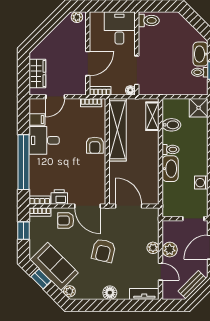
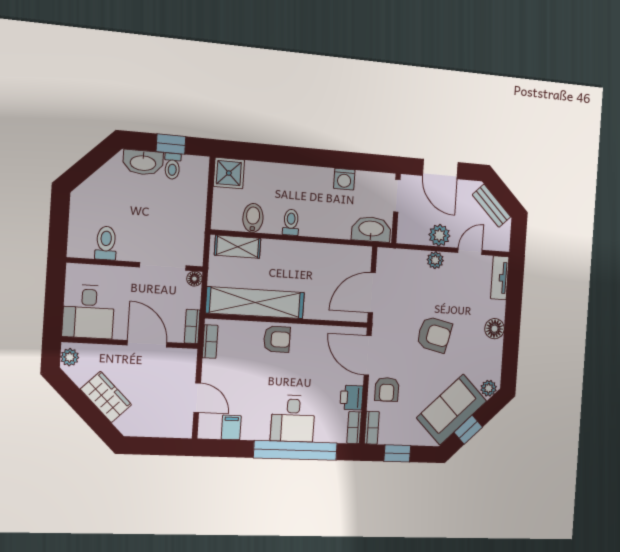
toilet: (149, 20) -> (106, 243), moved
desk: (119, 28) -> (88, 312), moved, turned -90
wardrobe: (37, 74) -> (106, 397), moved, turned 45
desk: (44, 140) -> (293, 419), moved
washbasin: (170, 169) -> (371, 229), moved
door: (87, 206) -> (368, 355), swing flipped

